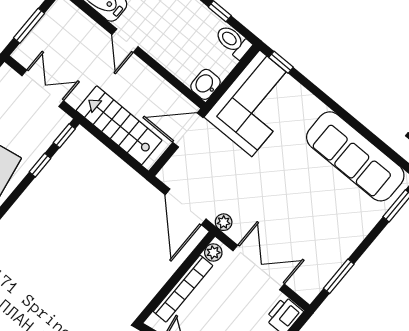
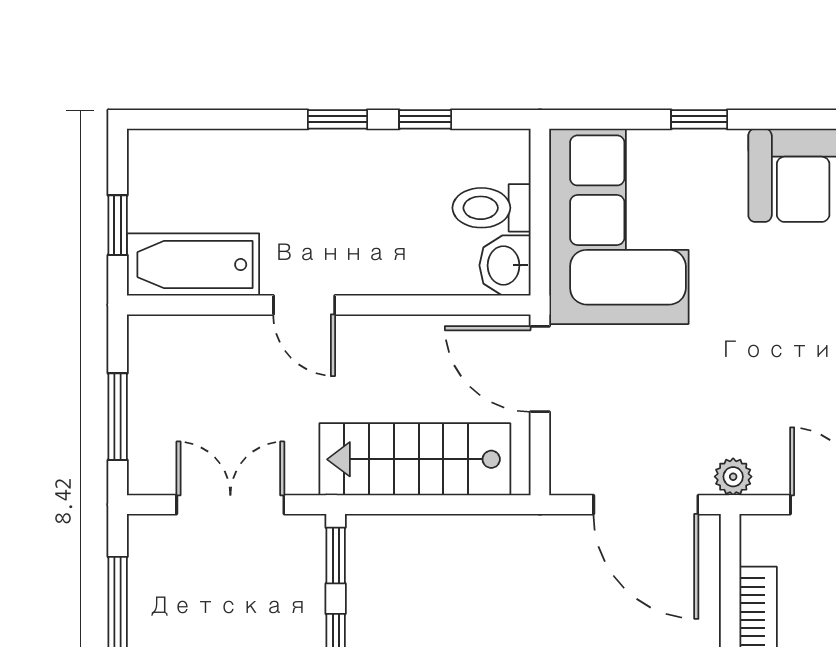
toilet: (233, 42) -> (492, 208), moved
window: (281, 62) -> (699, 119), moved
door: (188, 130) -> (540, 369), hinge flipped
plant: (213, 252) -> (759, 544), removed

